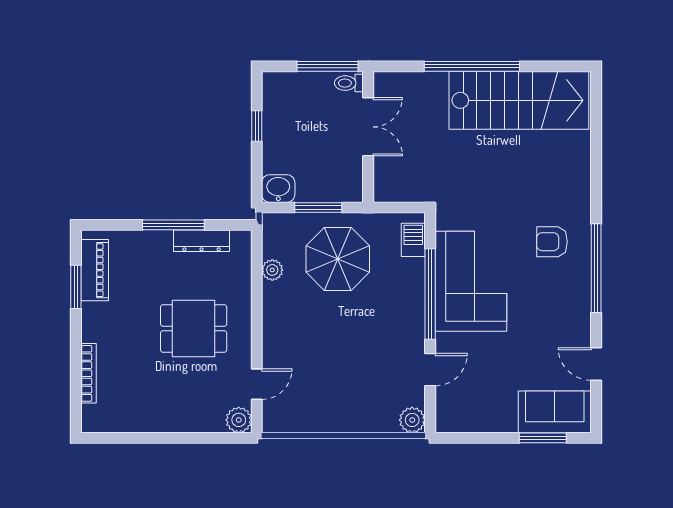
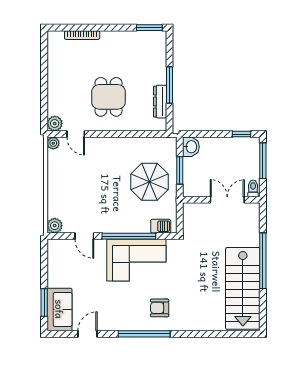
window: (327, 66) -> (263, 161), moved
window: (257, 126) -> (241, 134), moved
double door: (368, 127) -> (227, 200), swing flipped
armchair: (552, 242) -> (160, 308), turned -90
piano: (95, 270) -> (143, 39), removed
plant: (272, 270) -> (53, 143), moved
window: (76, 287) -> (149, 28), moved

